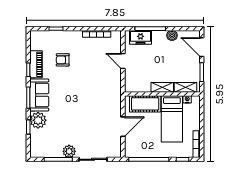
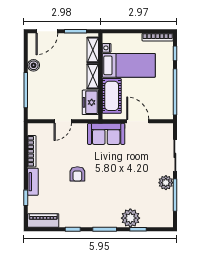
tv unit: (70, 35) -> (33, 182), added
freezer: (140, 37) -> (90, 102), moved, turned 180
armchair: (63, 60) -> (77, 174), moved
piano: (36, 64) -> (43, 220), moved
sofa: (39, 95) -> (106, 134), moved, turned 180

